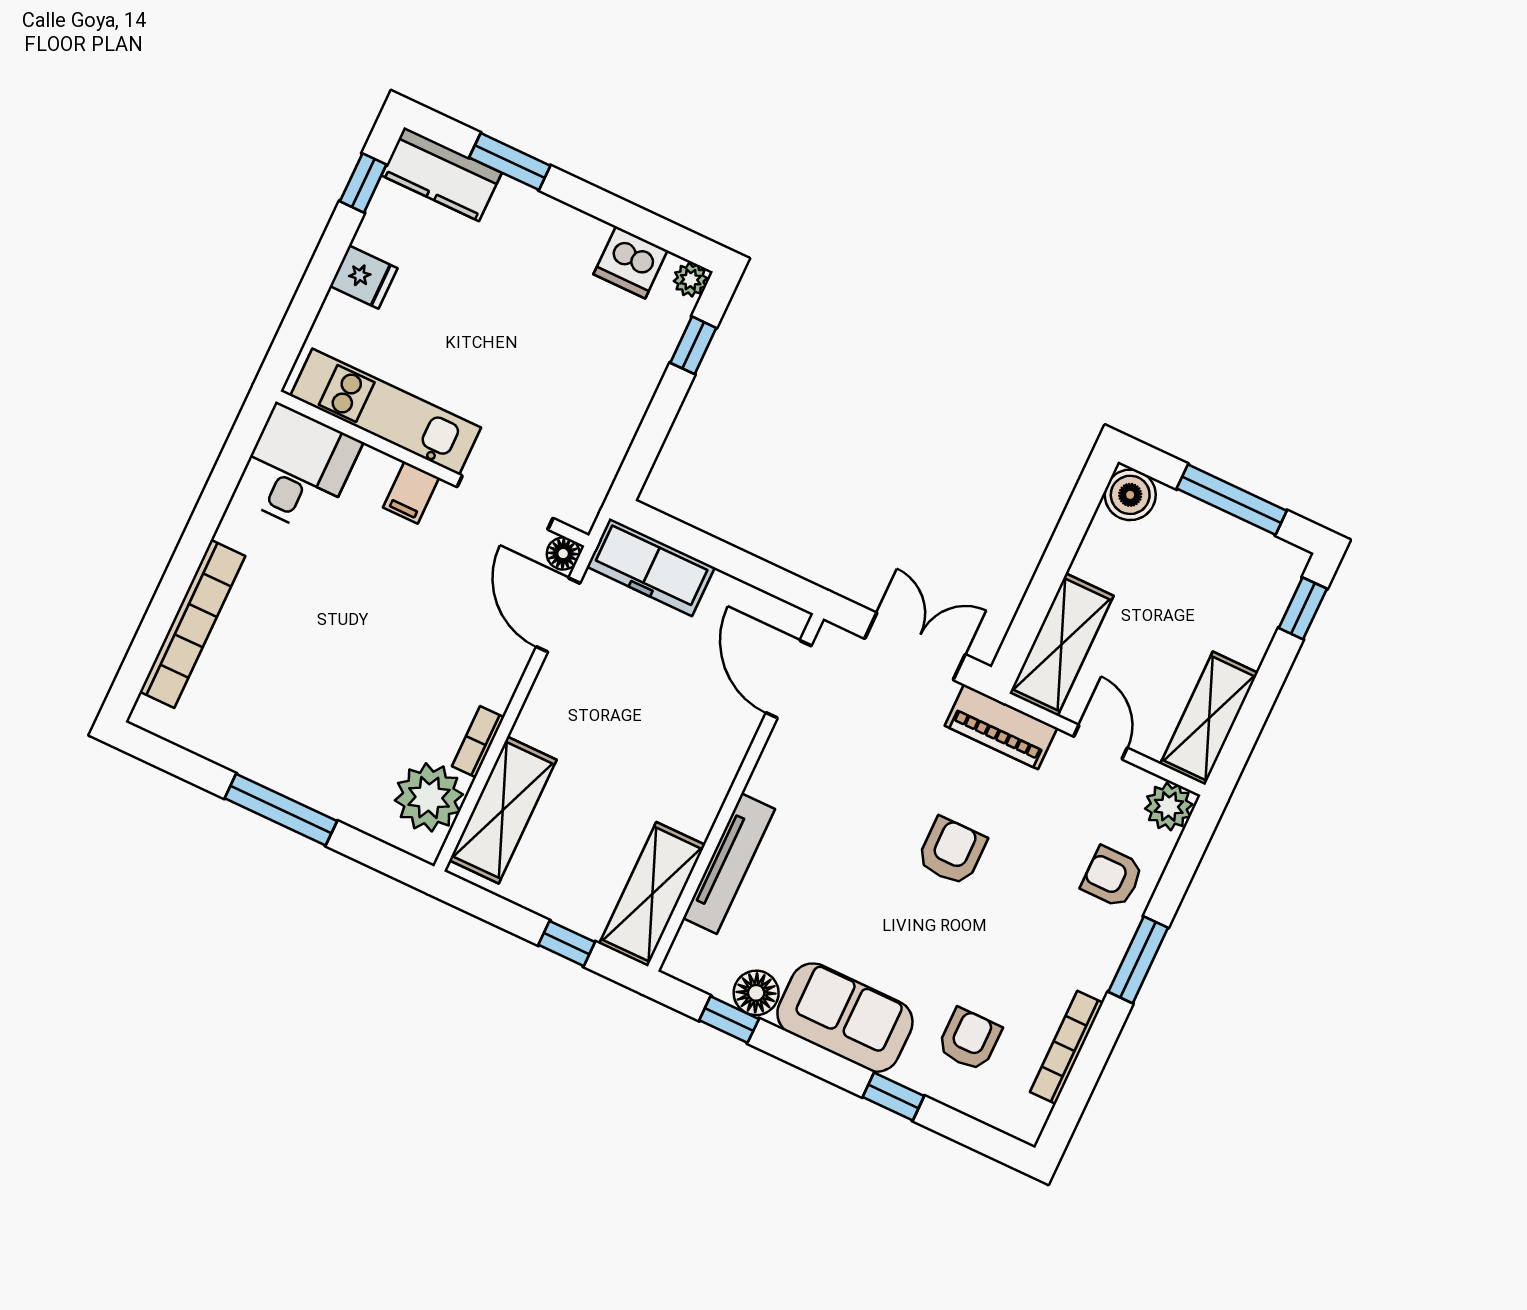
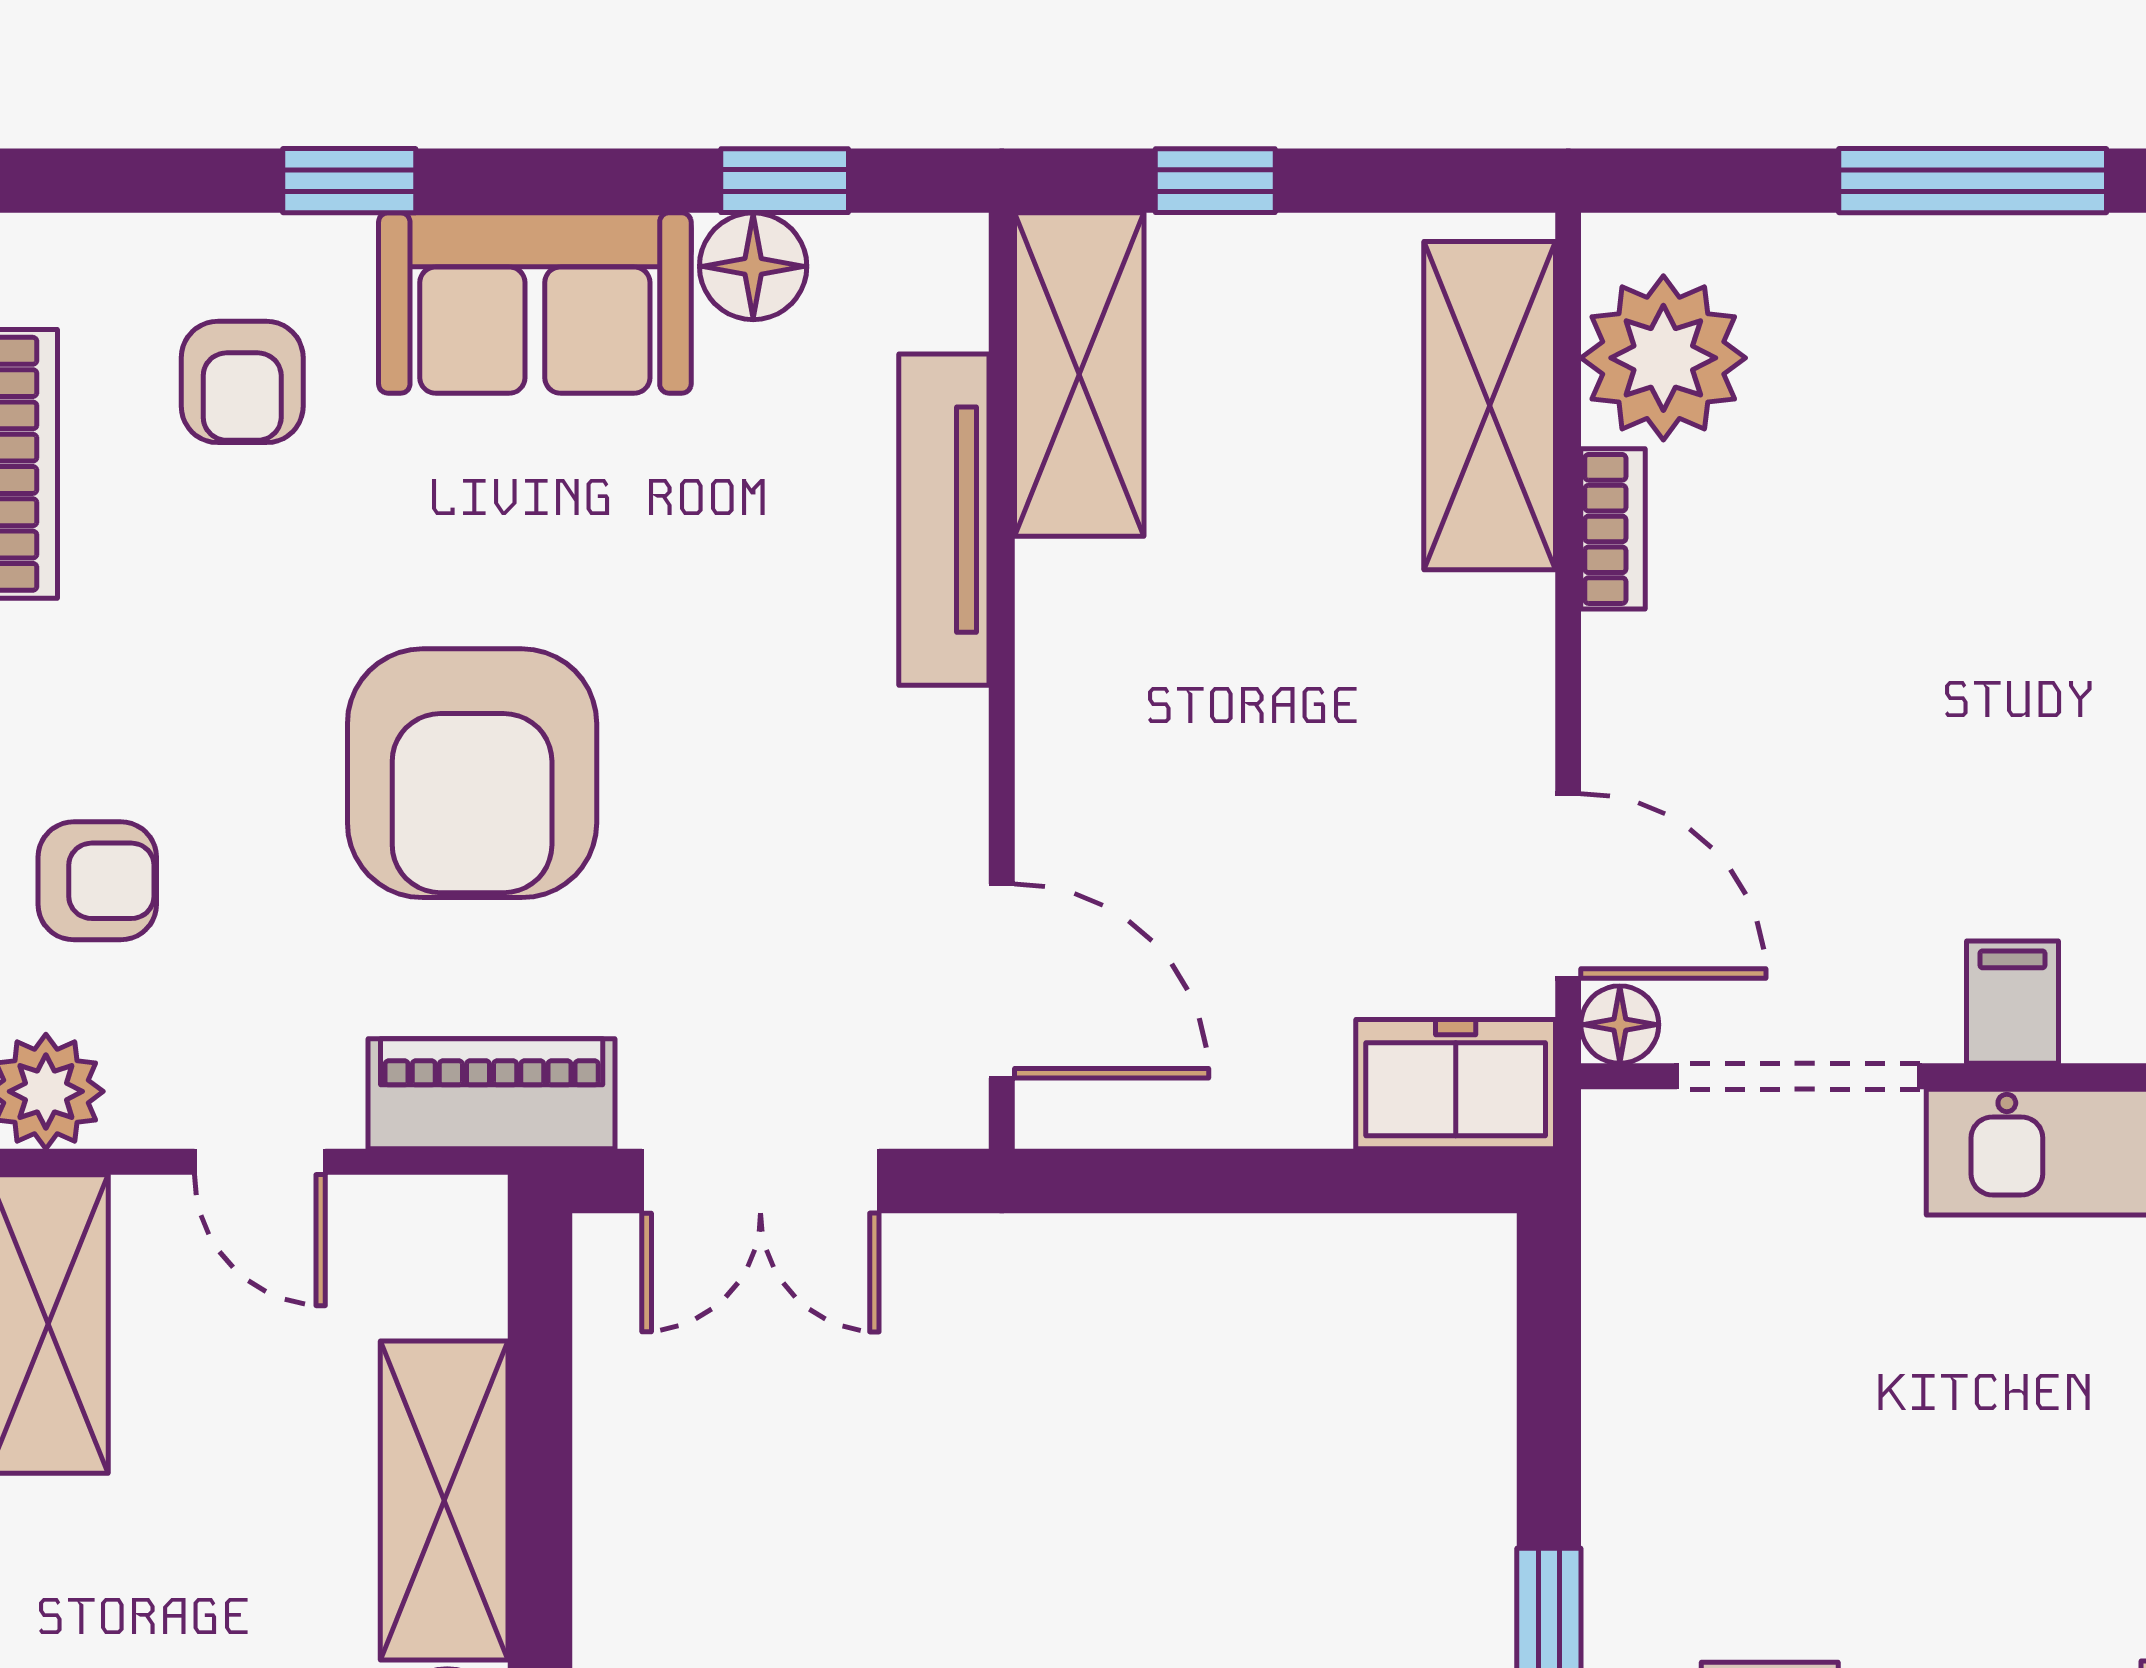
freezer: (651, 567) -> (1456, 1084), width x0.71
shelving: (1061, 645) -> (444, 1501), moved
armchair: (952, 851) -> (472, 773), width x1.88, depth x1.88

